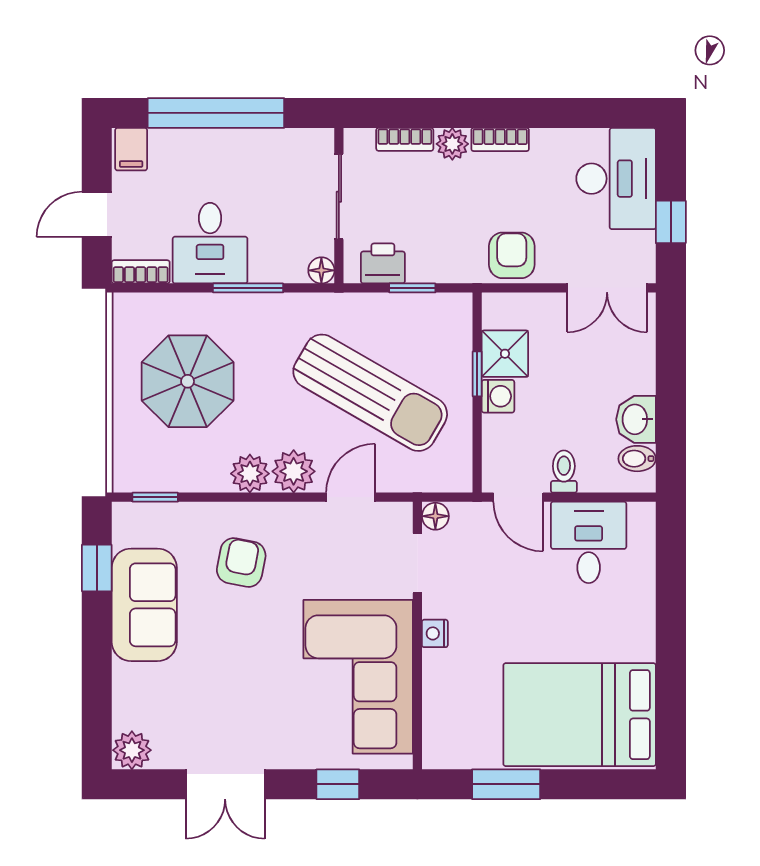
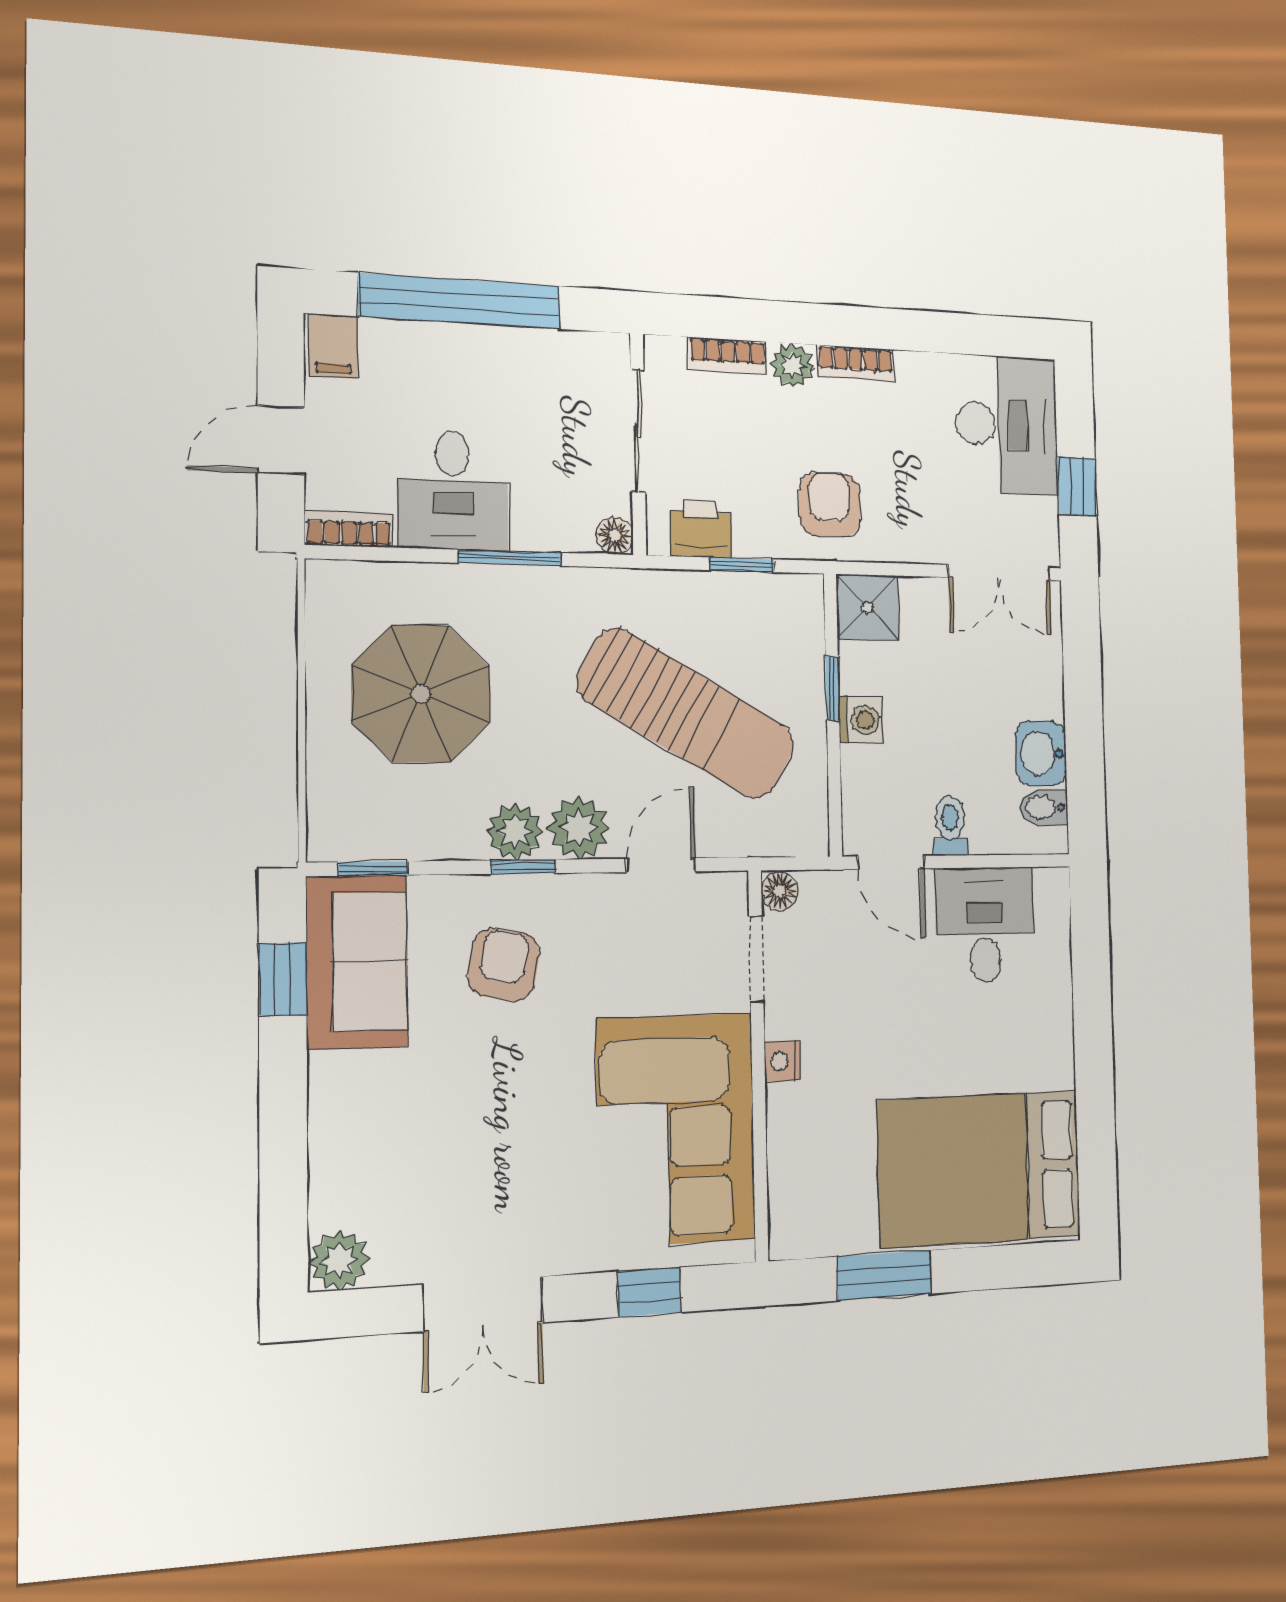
armchair: (512, 255) -> (830, 505), moved
shower: (505, 354) -> (868, 607), moved
window: (255, 497) -> (524, 867), added
sofa: (144, 605) -> (357, 962), moved

